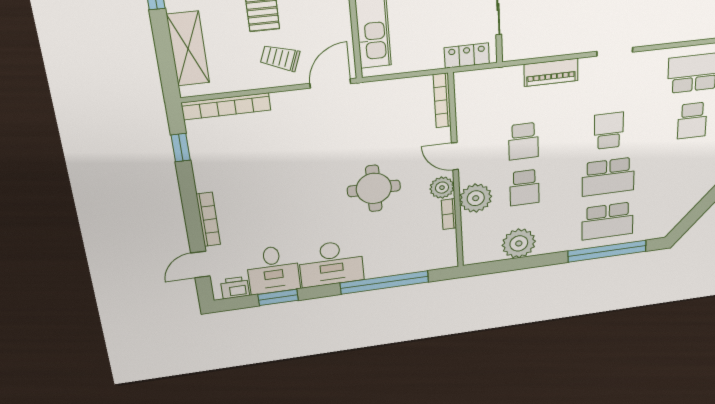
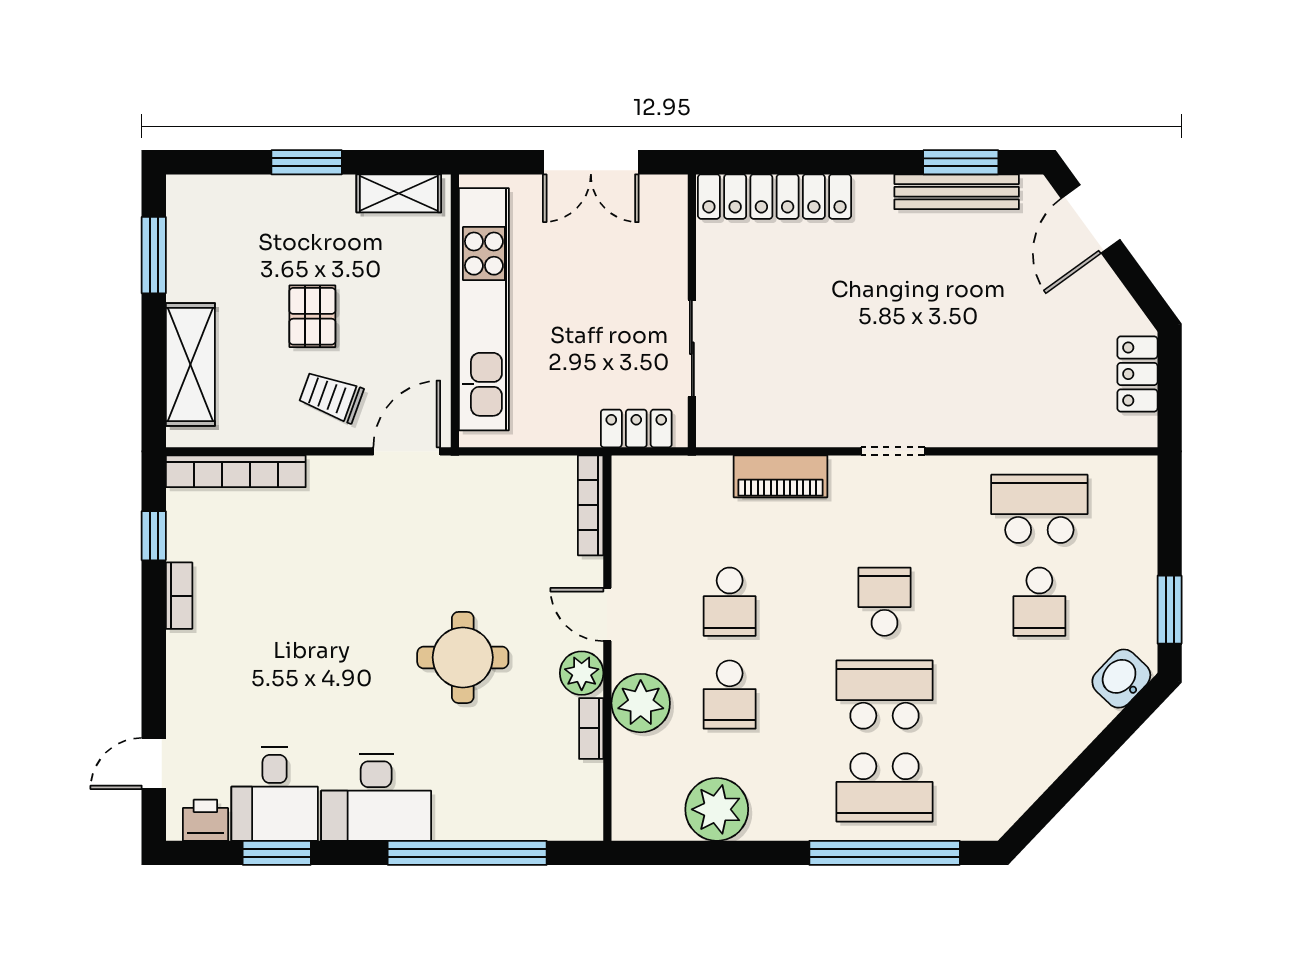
school desk: (608, 177) -> (885, 695), turned 180
bookcase: (208, 219) -> (179, 596), moved, width x0.64

